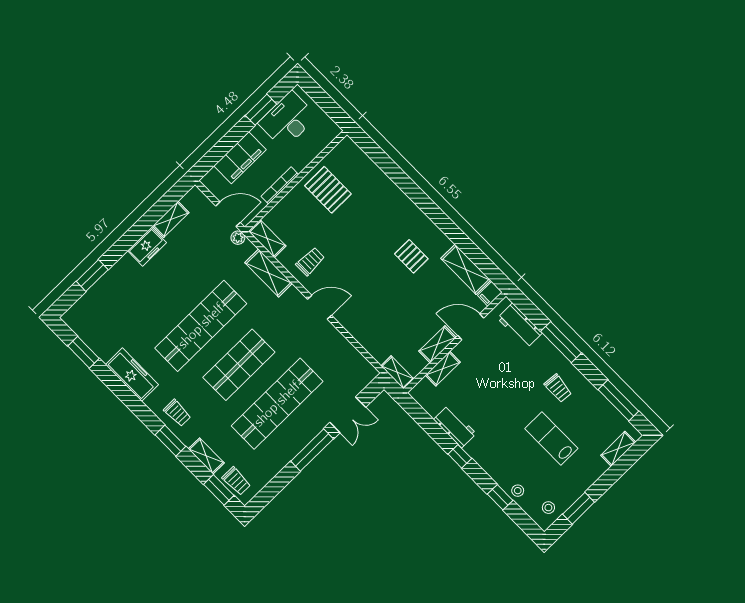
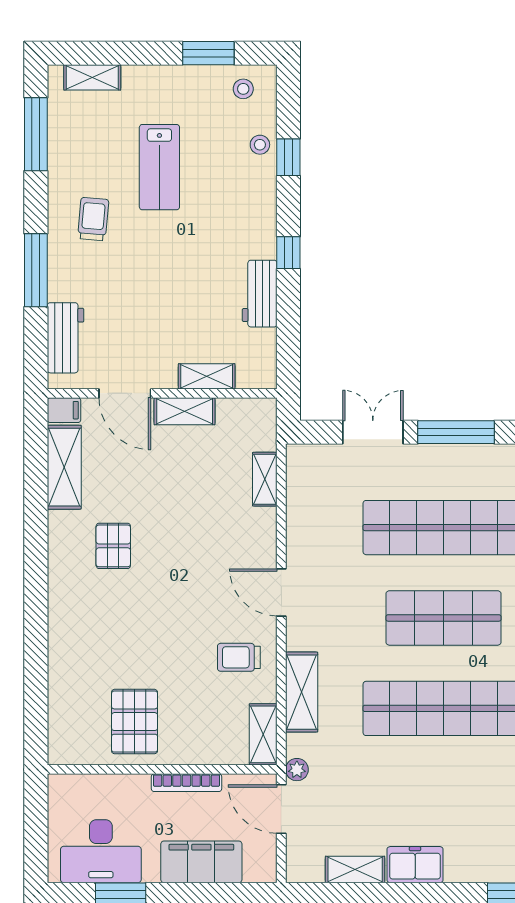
shelving: (397, 372) -> (265, 479), moved

